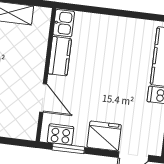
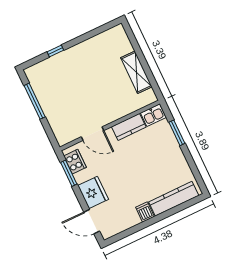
window: (98, 10) -> (177, 133), added
door: (43, 98) -> (92, 134), hinge flipped

